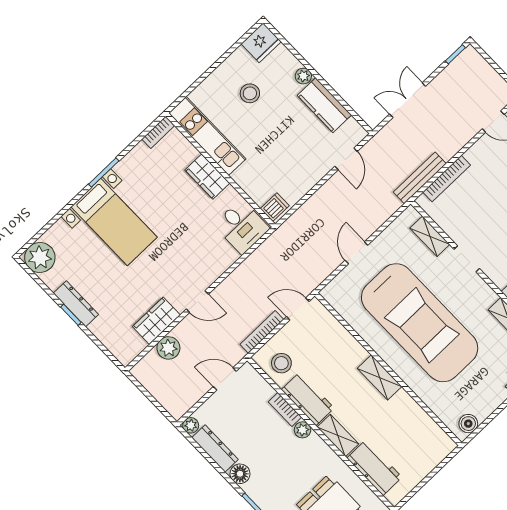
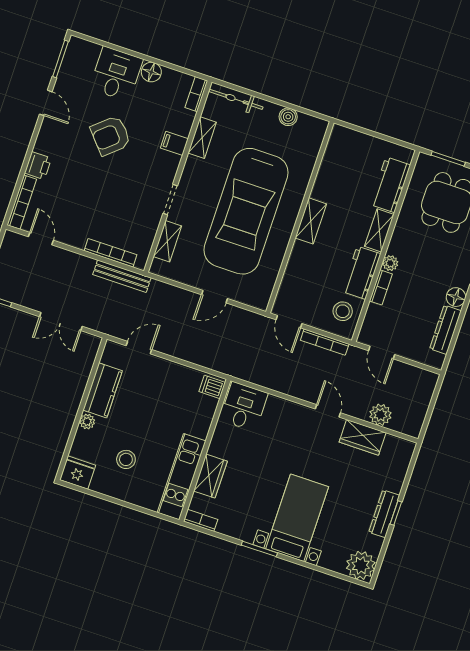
wardrobe: (207, 177) -> (210, 476), moved
car: (420, 323) -> (246, 211), turned 180
boiler: (468, 424) -> (288, 117), moved
plant: (191, 425) -> (437, 361), removed

